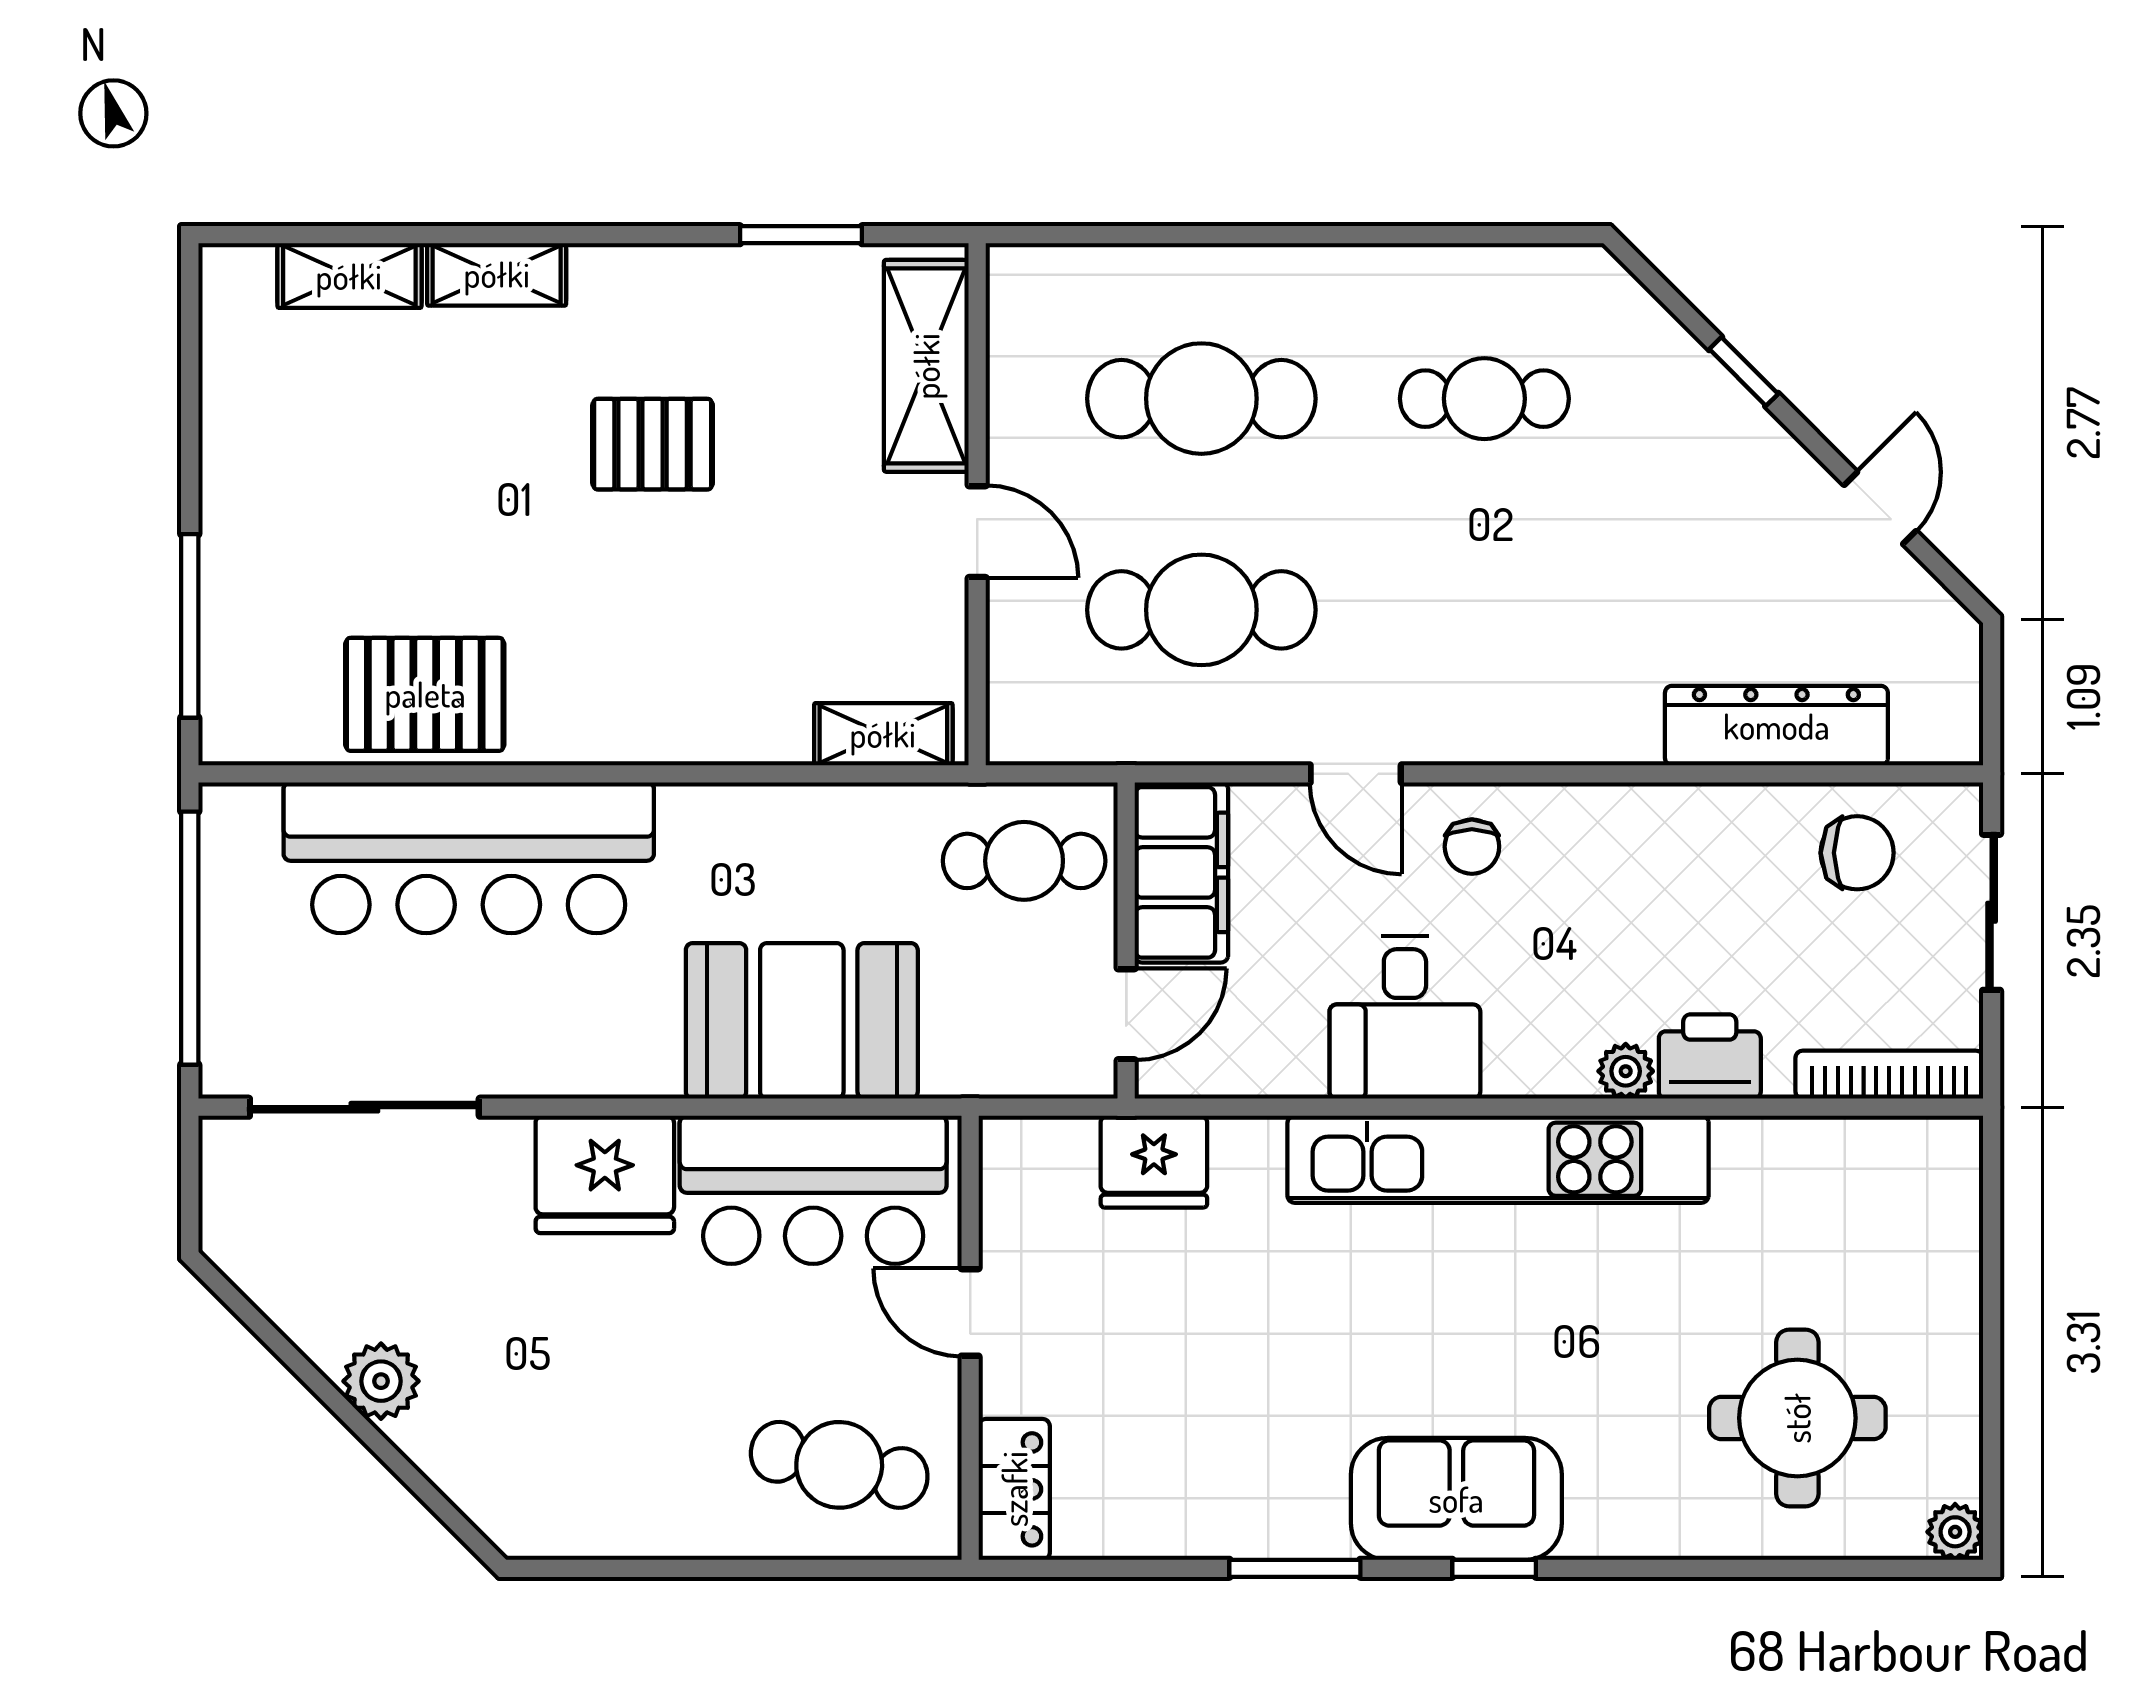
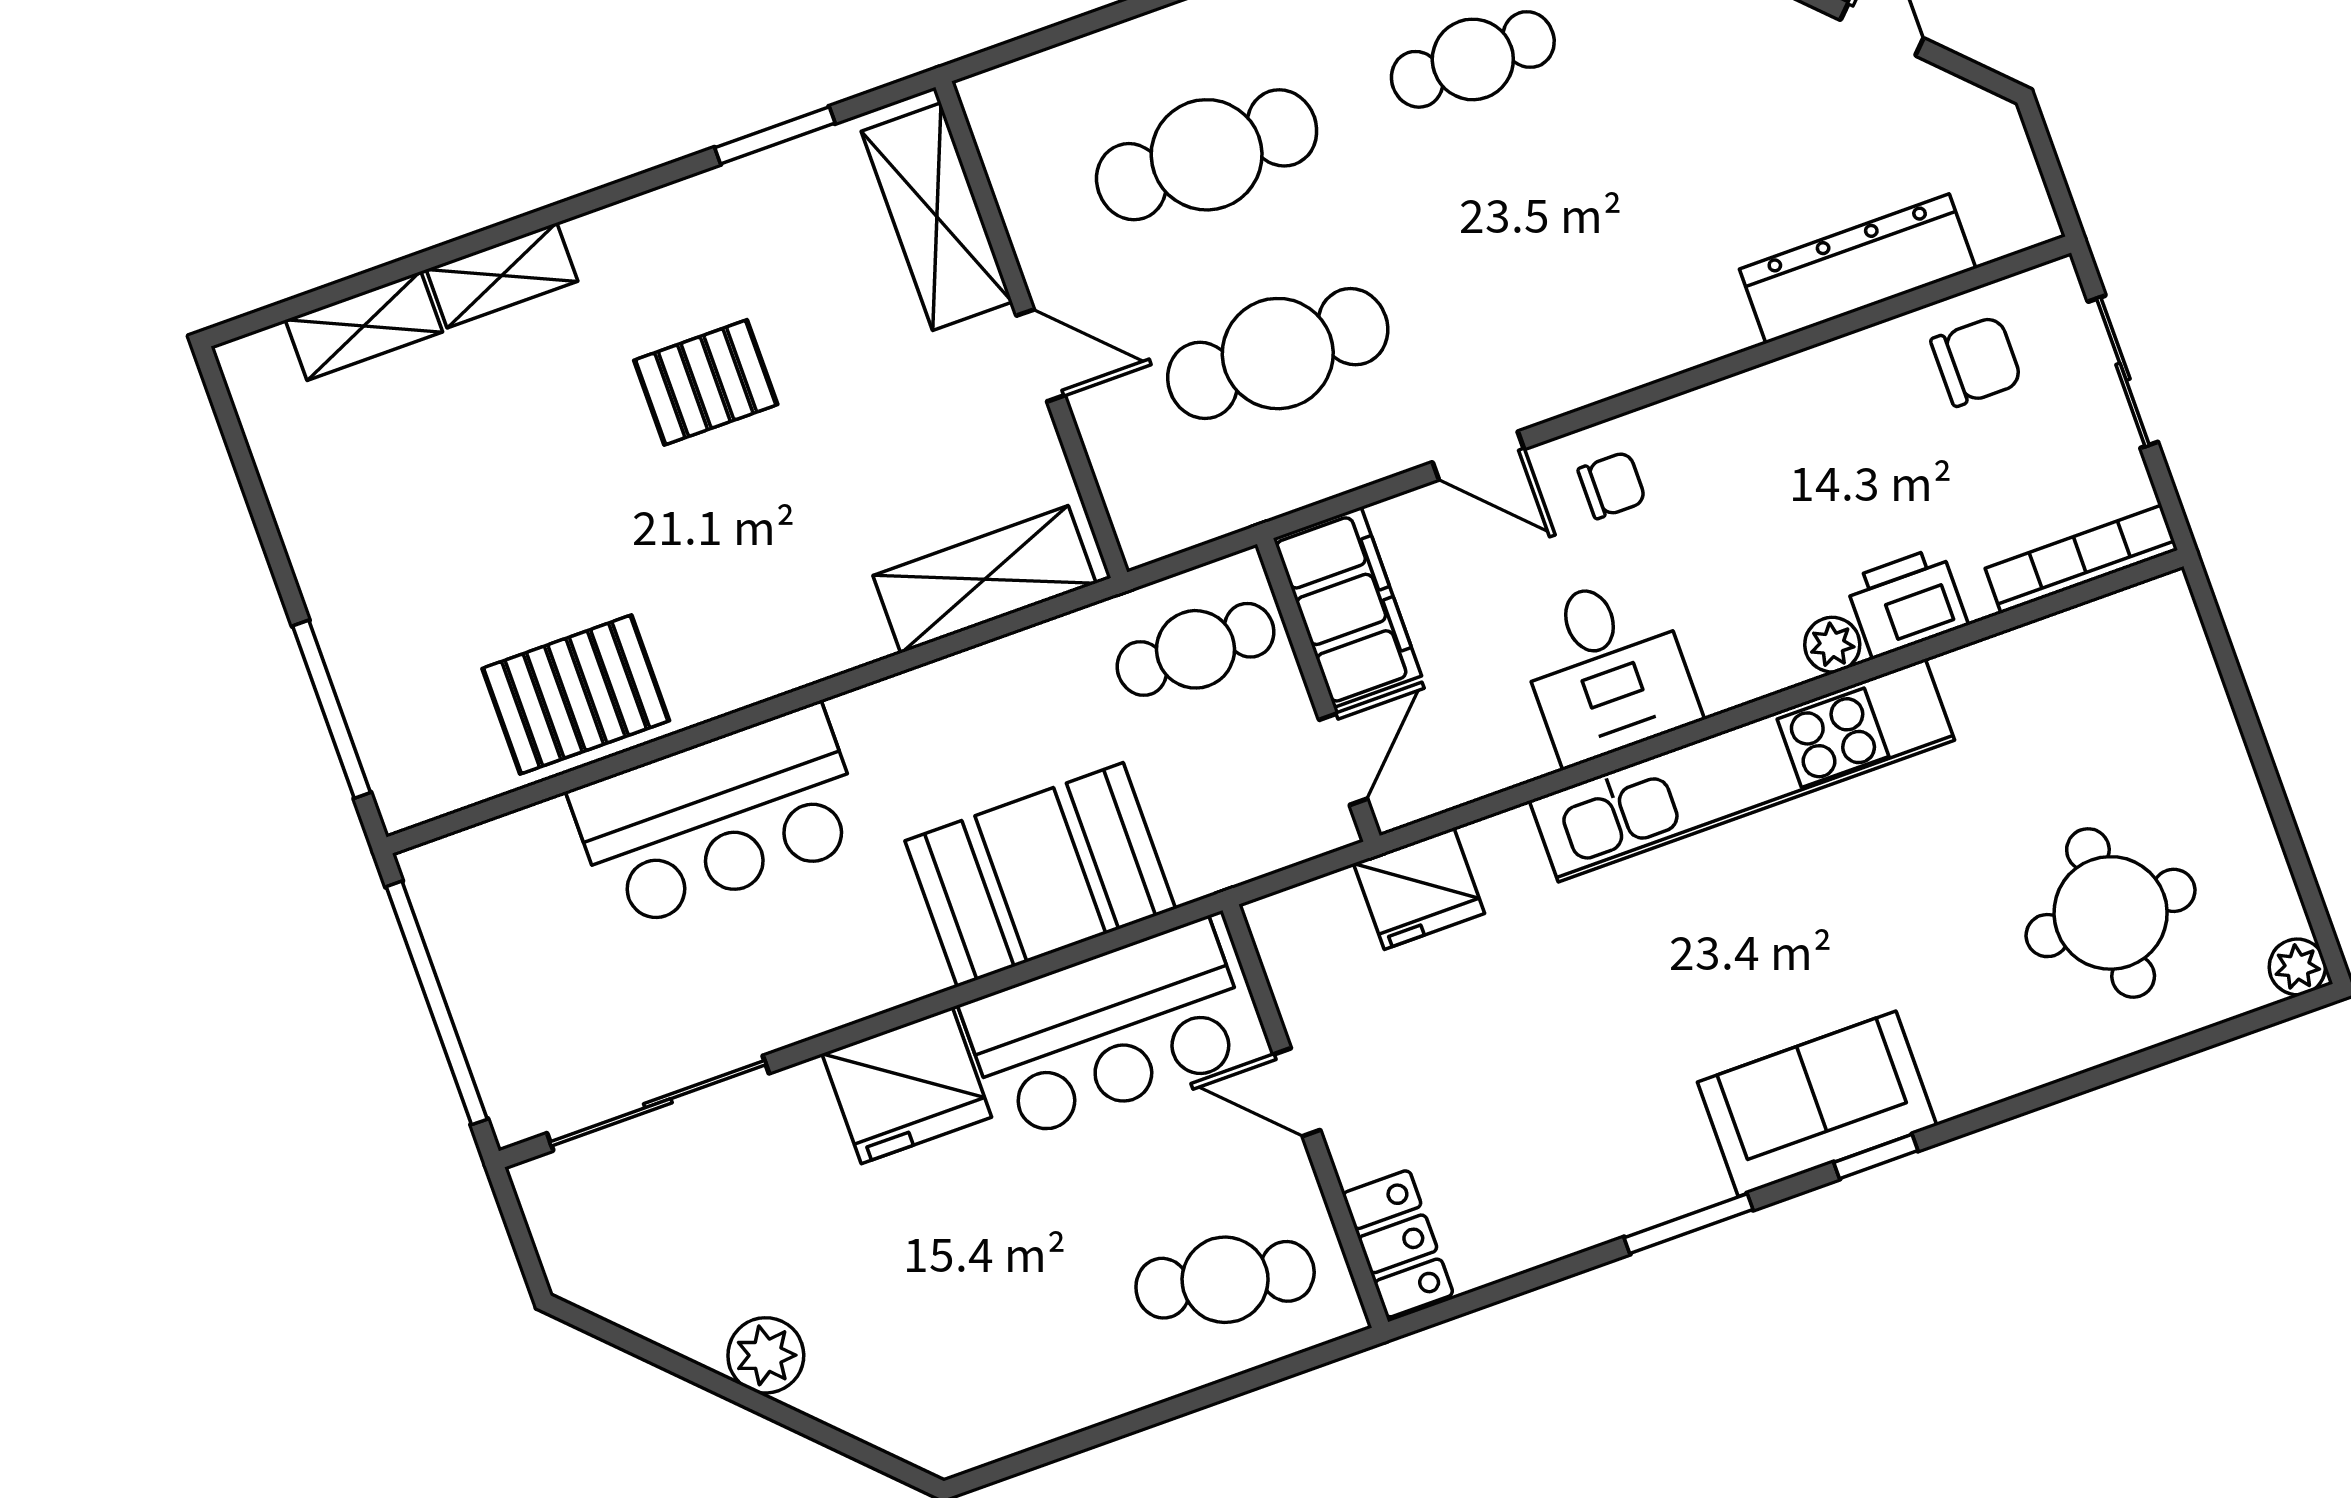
shelving: (883, 734) -> (984, 579), width x1.50, depth x1.33
chair: (1472, 847) -> (1612, 485), turned -90
bar counter: (469, 858) -> (719, 817), width x0.73

